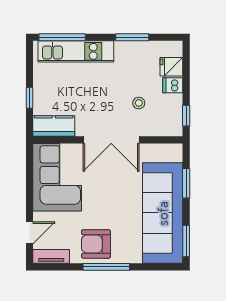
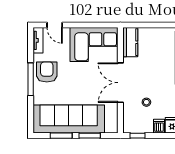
window: (30, 98) -> (150, 25), removed
window: (186, 241) -> (61, 136), moved

